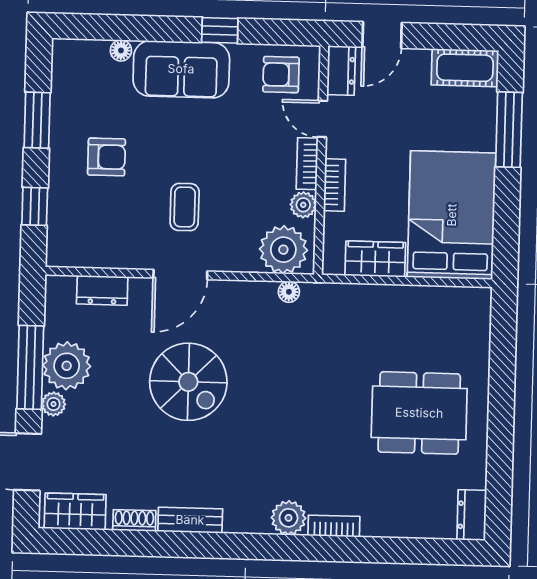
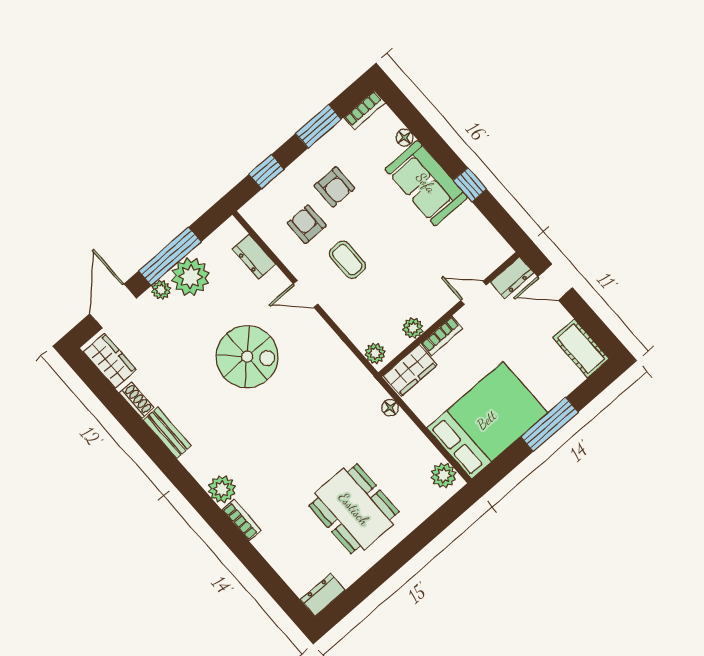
armchair: (281, 75) -> (307, 224), moved
door: (322, 119) -> (474, 293), hinge flipped
window: (509, 130) -> (550, 424), moved
bookcase: (307, 164) -> (364, 110), moved, turned 180
coffee table: (185, 207) -> (347, 260), turned 90
plant: (283, 250) -> (375, 353), width x0.53, depth x0.53
wardrobe: (375, 259) -> (410, 370), moved, turned 90
door: (180, 275) -> (306, 294), width x0.73
floor lamp: (289, 292) -> (390, 408), moved
plant: (465, 302) -> (444, 475), added
spiral stairs: (188, 382) -> (247, 357), turned -90

